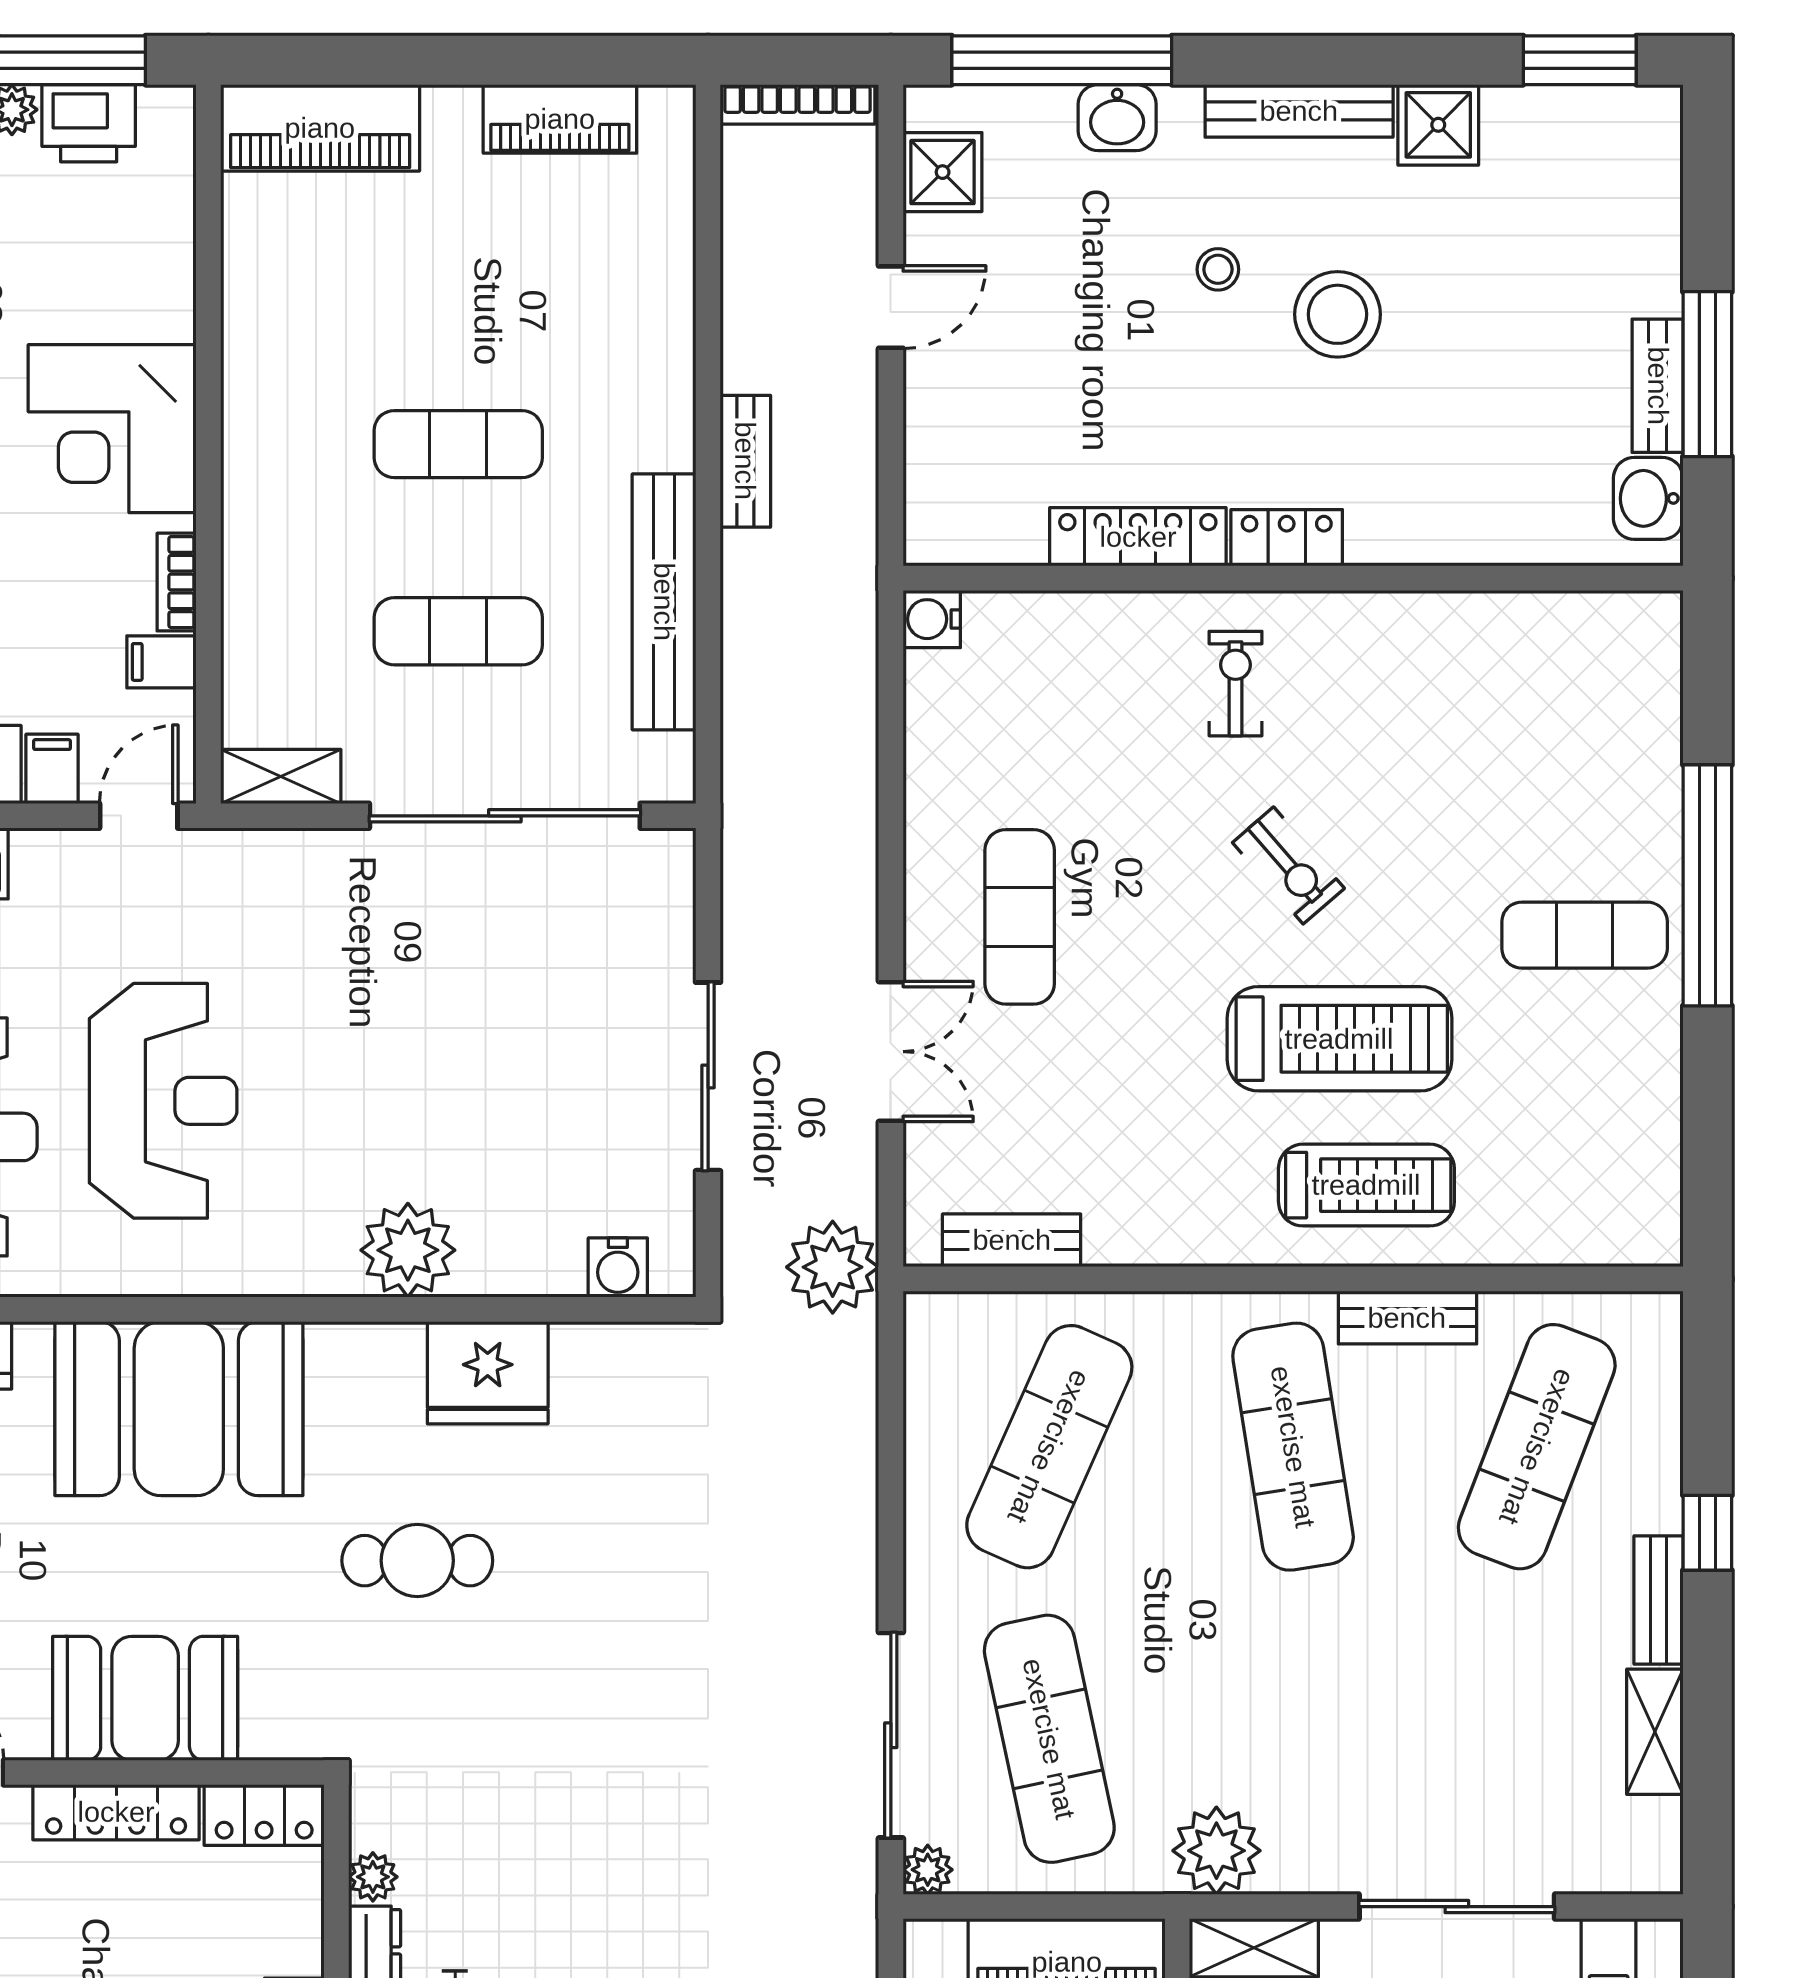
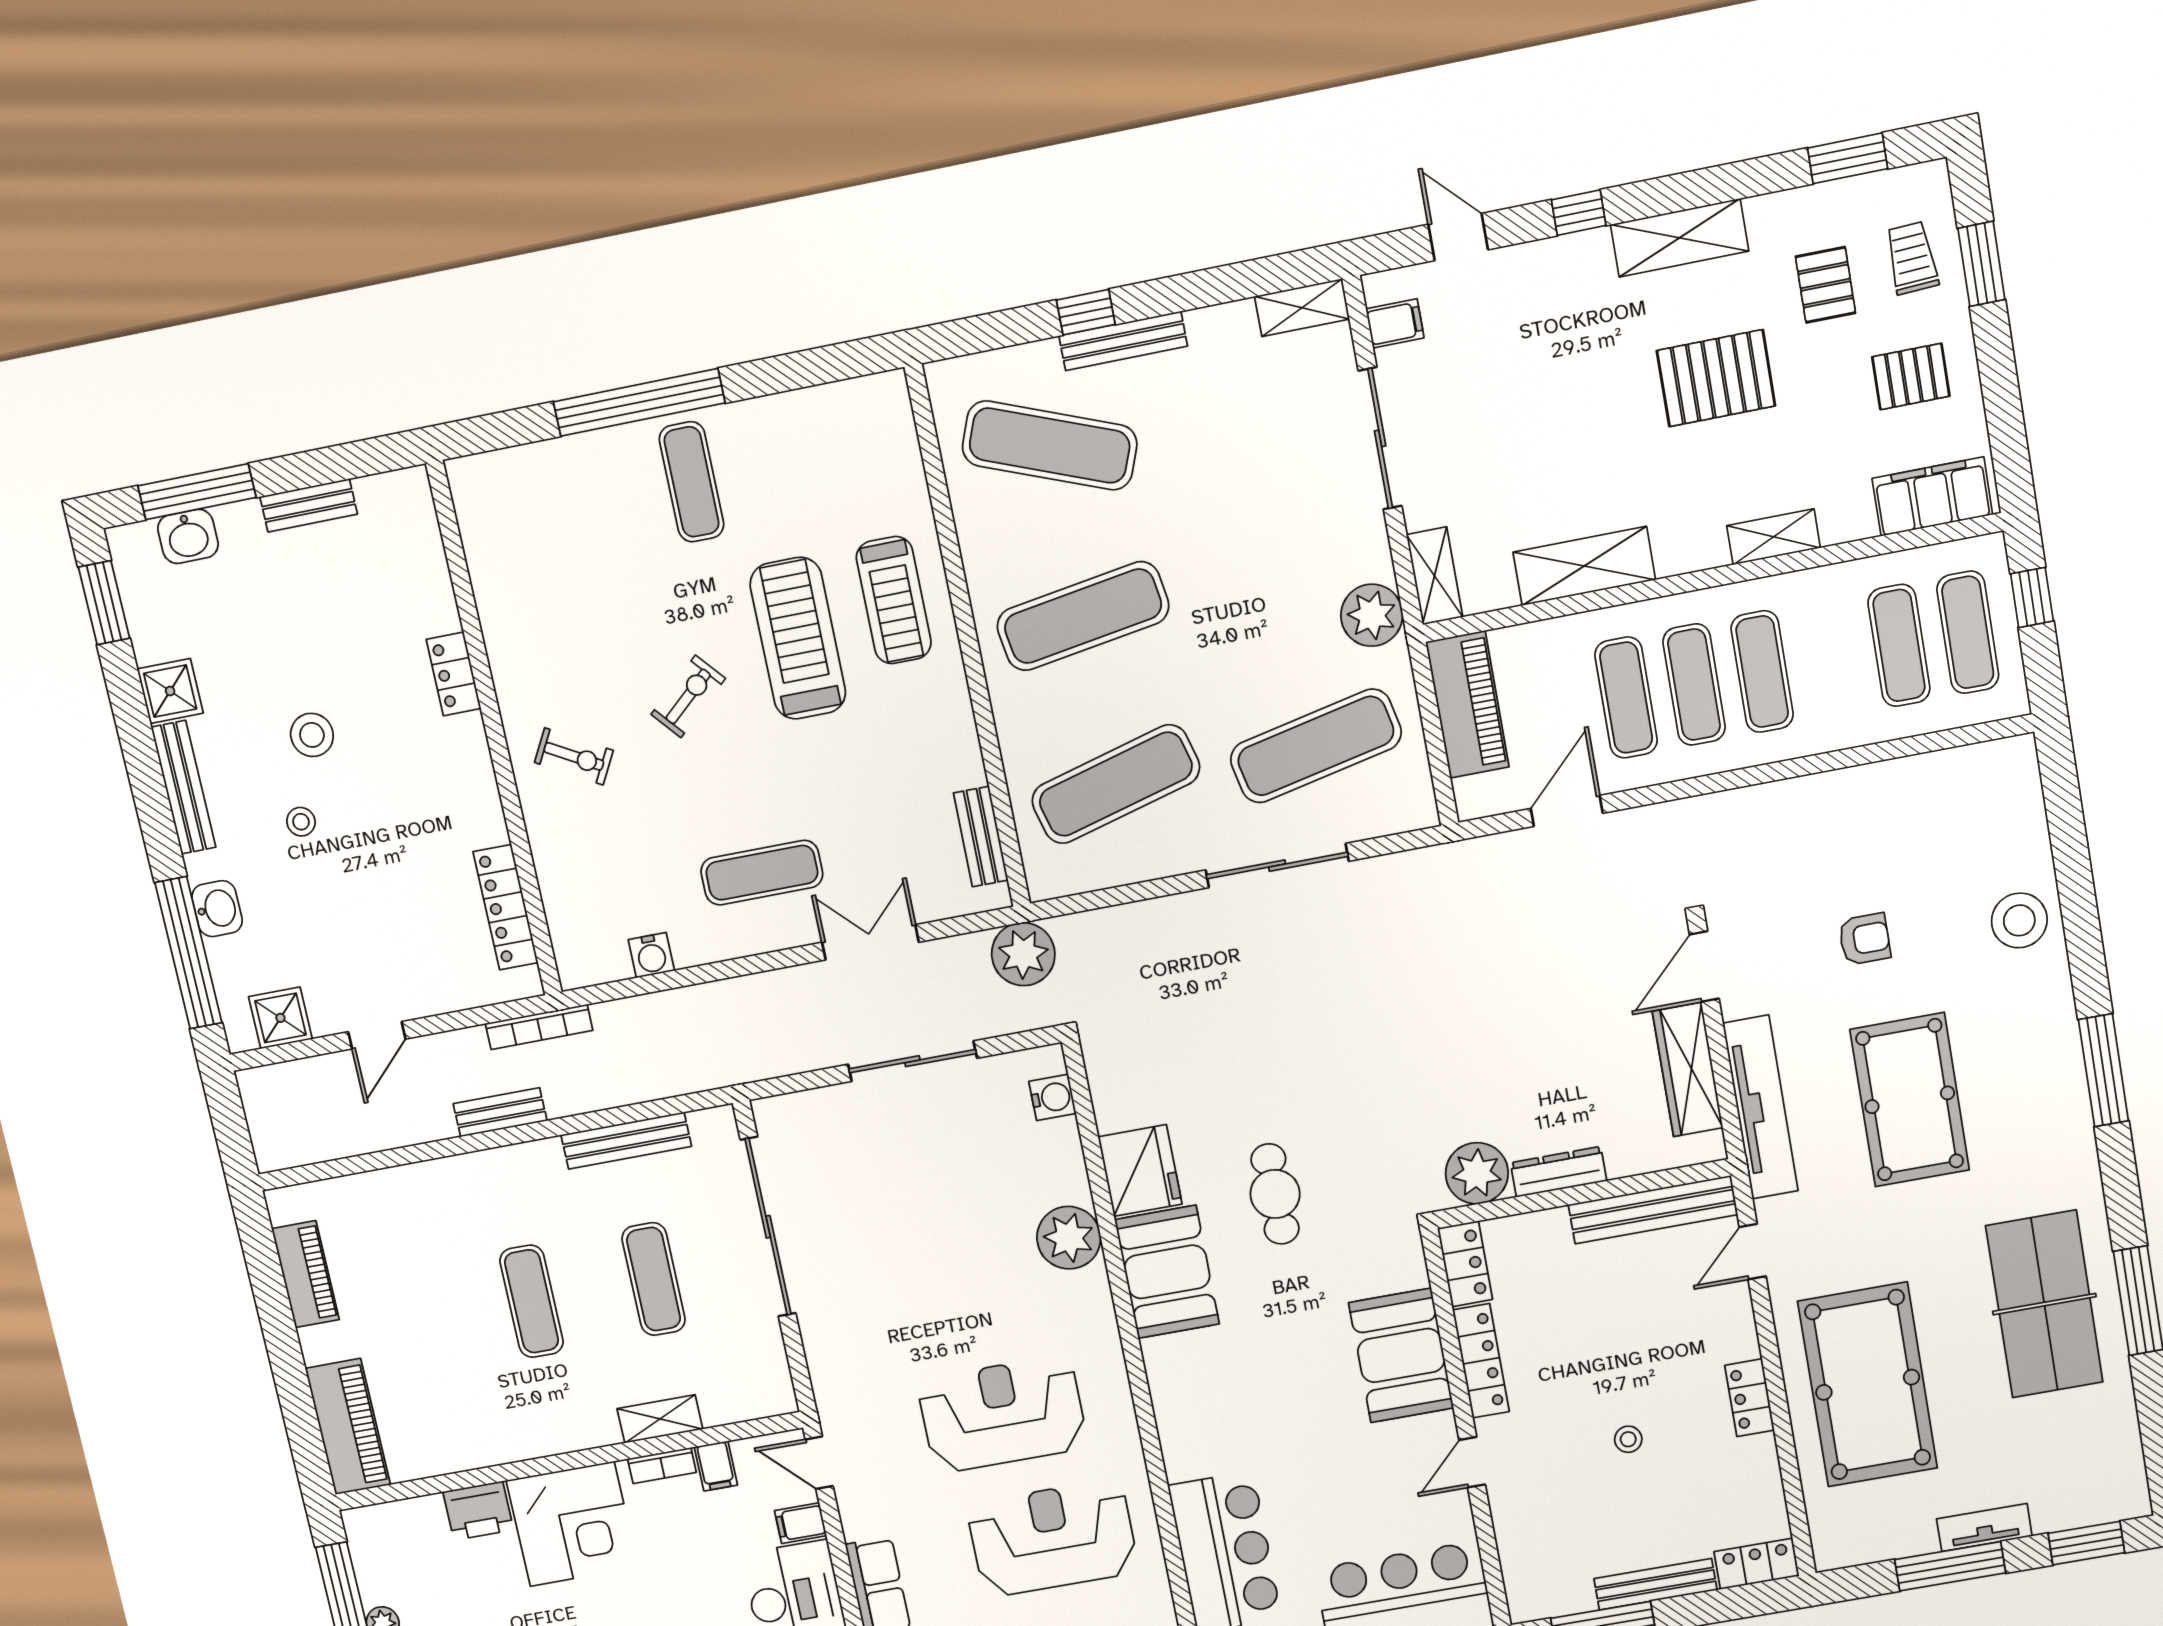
bookcase: (797, 104) -> (539, 1027), moved, turned 90
printer: (89, 123) -> (478, 1511), moved, turned 90
door: (891, 307) -> (377, 1035), swing flipped
stool: (1338, 314) -> (312, 735), width x0.73, depth x0.73
window: (1707, 374) -> (197, 492), moved
washbasin: (1648, 498) -> (188, 536), moved
locker: (1138, 537) -> (506, 907), moved
locker: (1287, 538) -> (454, 674), moved
bench: (664, 602) -> (626, 1141), width x0.73, depth x0.82
water cooler: (932, 619) -> (651, 955), moved
exercise bike: (1235, 684) -> (574, 756), turned -151
shelving: (281, 777) -> (660, 1419), moved, turned 90
treadmill: (1366, 1185) -> (894, 600), turned 180
bench: (1407, 1318) -> (979, 554), removed
booth: (179, 1409) -> (1167, 1272), moved, width x0.73, depth x0.70
exercise mat: (1049, 1447) -> (1116, 784), turned -39
bench: (1658, 1600) -> (1123, 341), width x1.36
shelving: (1655, 1732) -> (1302, 308), moved
sliding door: (891, 1735) -> (1277, 866), moved
plant: (928, 1870) -> (1421, 812), removed
plant: (373, 1877) -> (1477, 1173), width x1.88, depth x1.88

